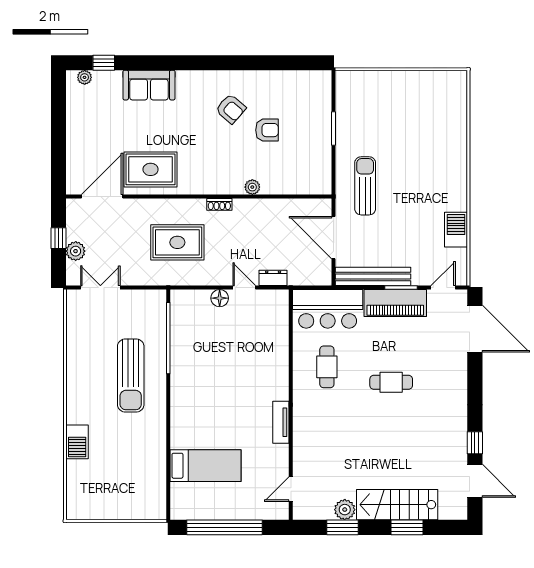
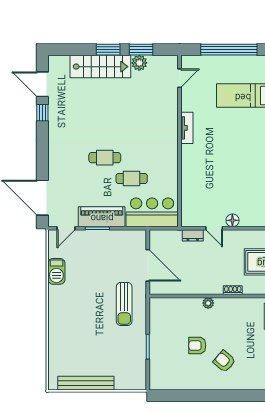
bench: (373, 276) -> (86, 383), moved
cafe table: (327, 367) -> (132, 179), moved, turned 90
window: (407, 527) -> (108, 50), moved

